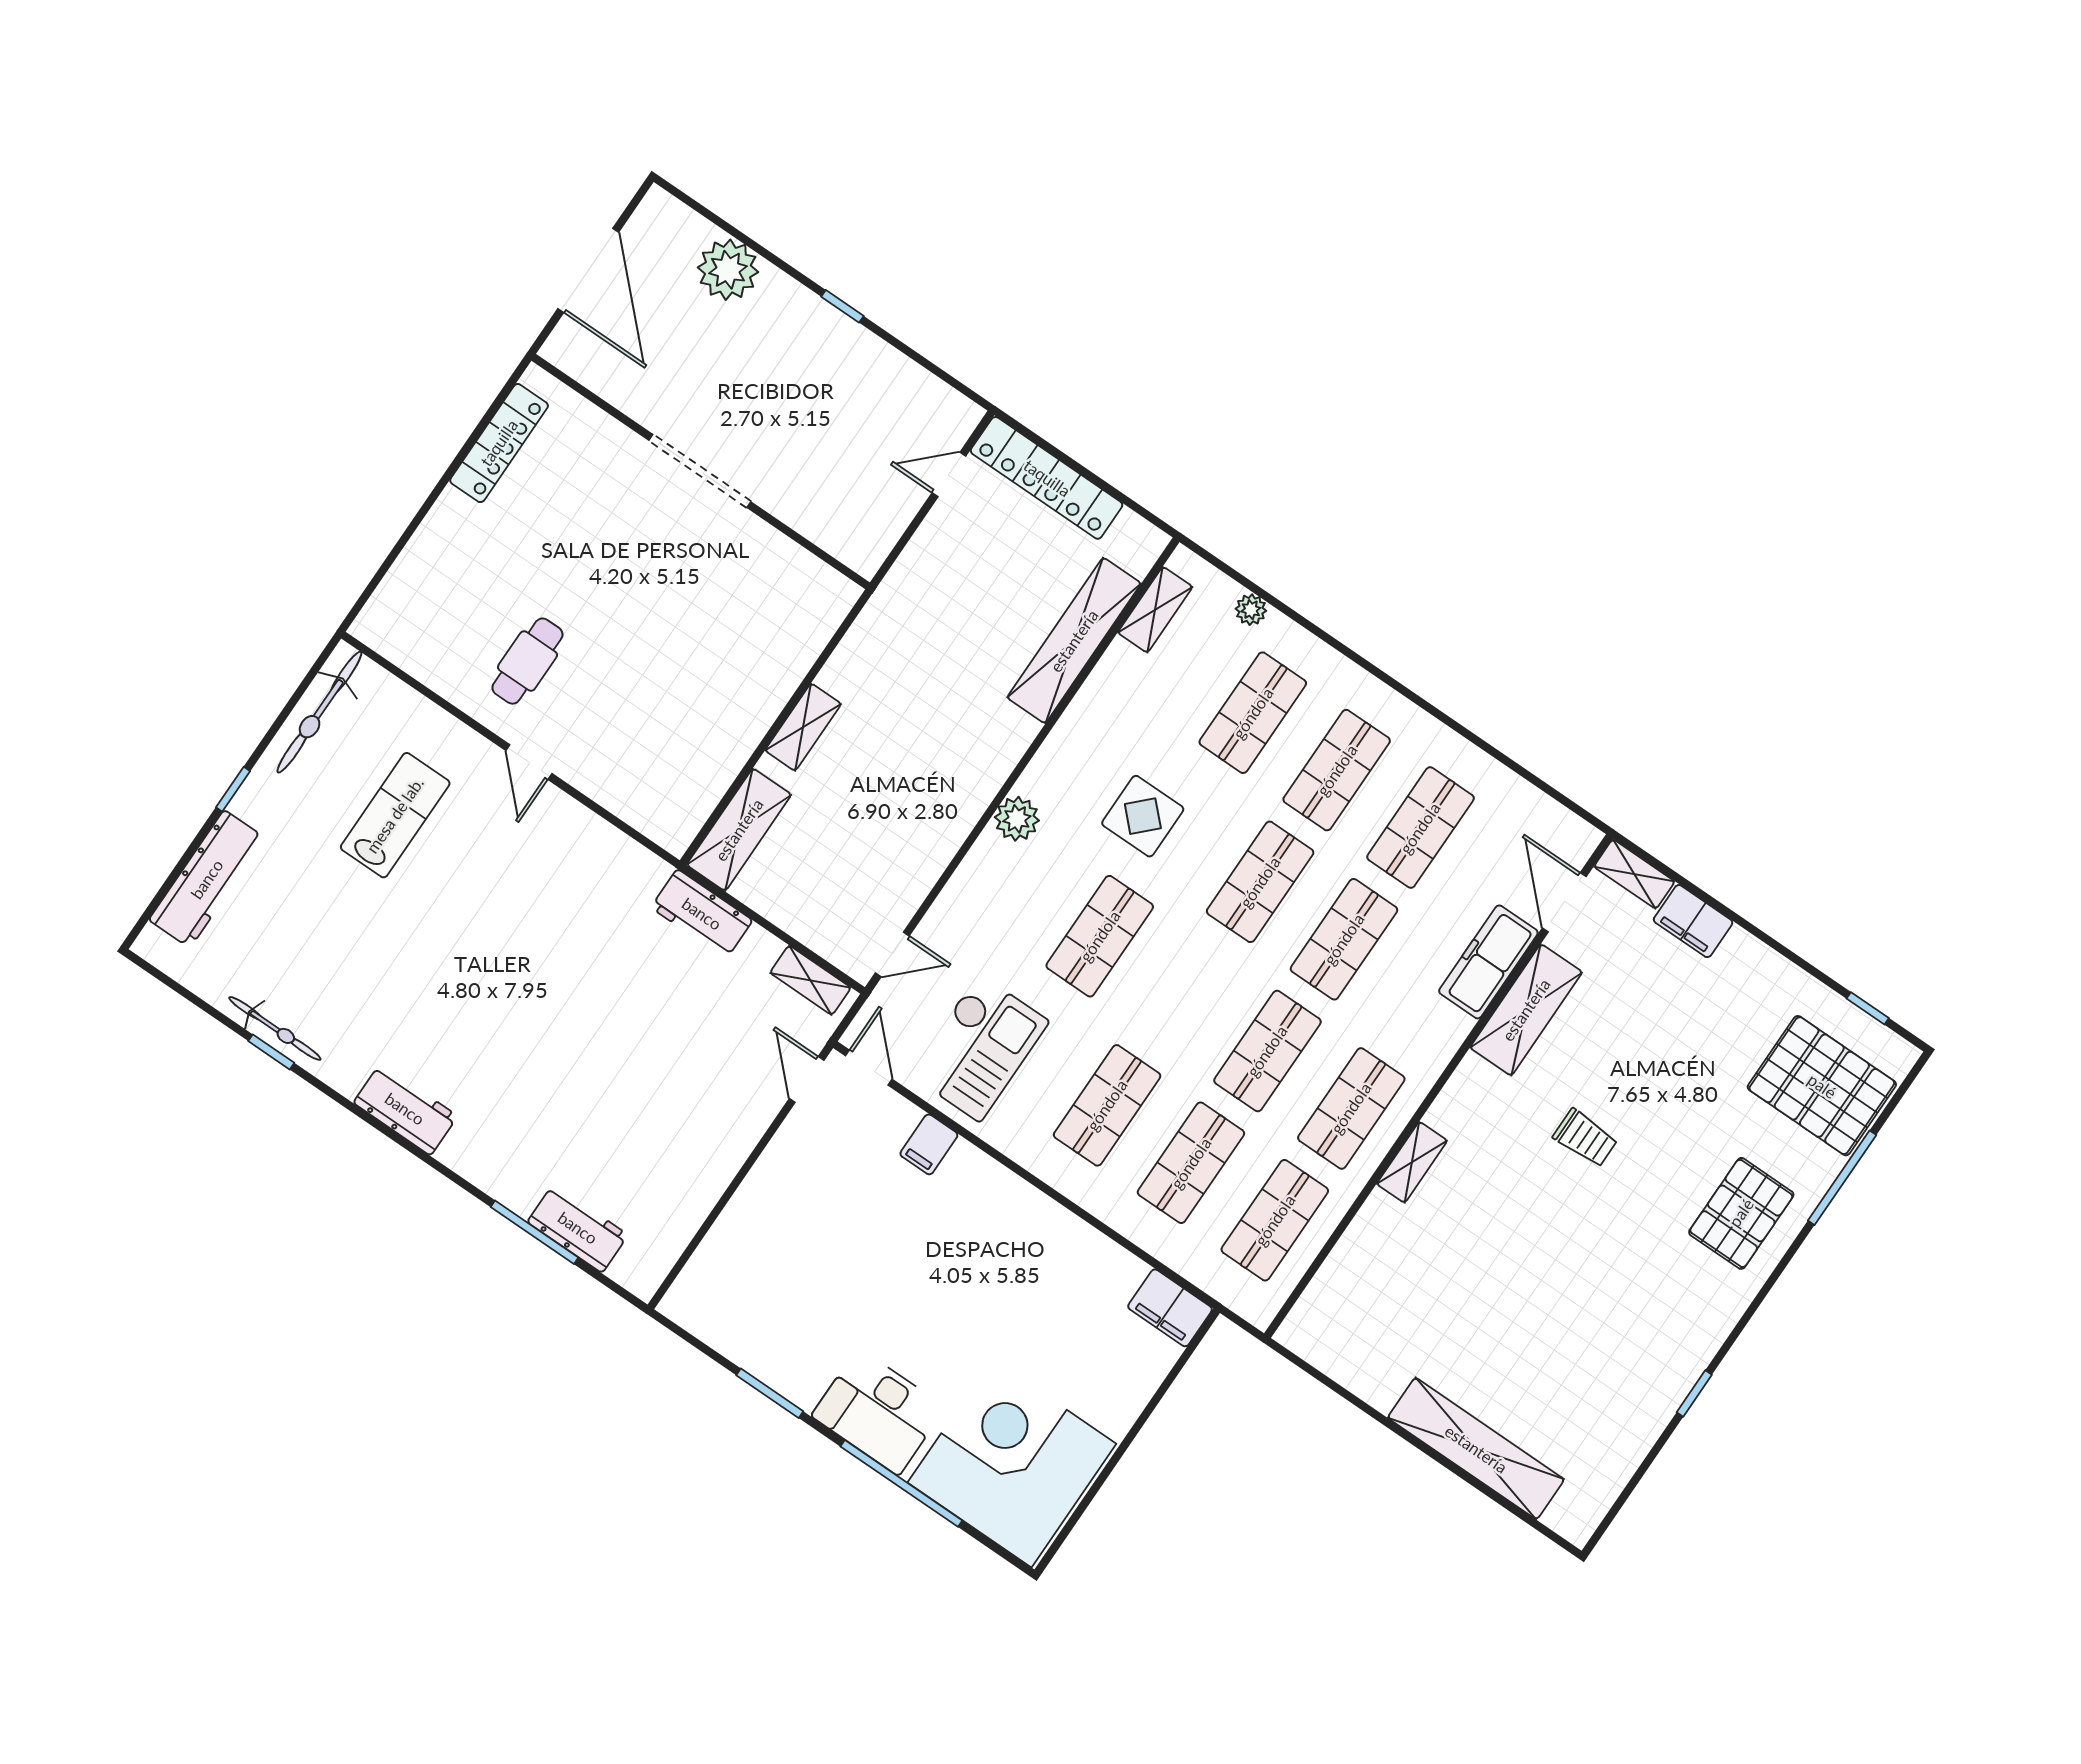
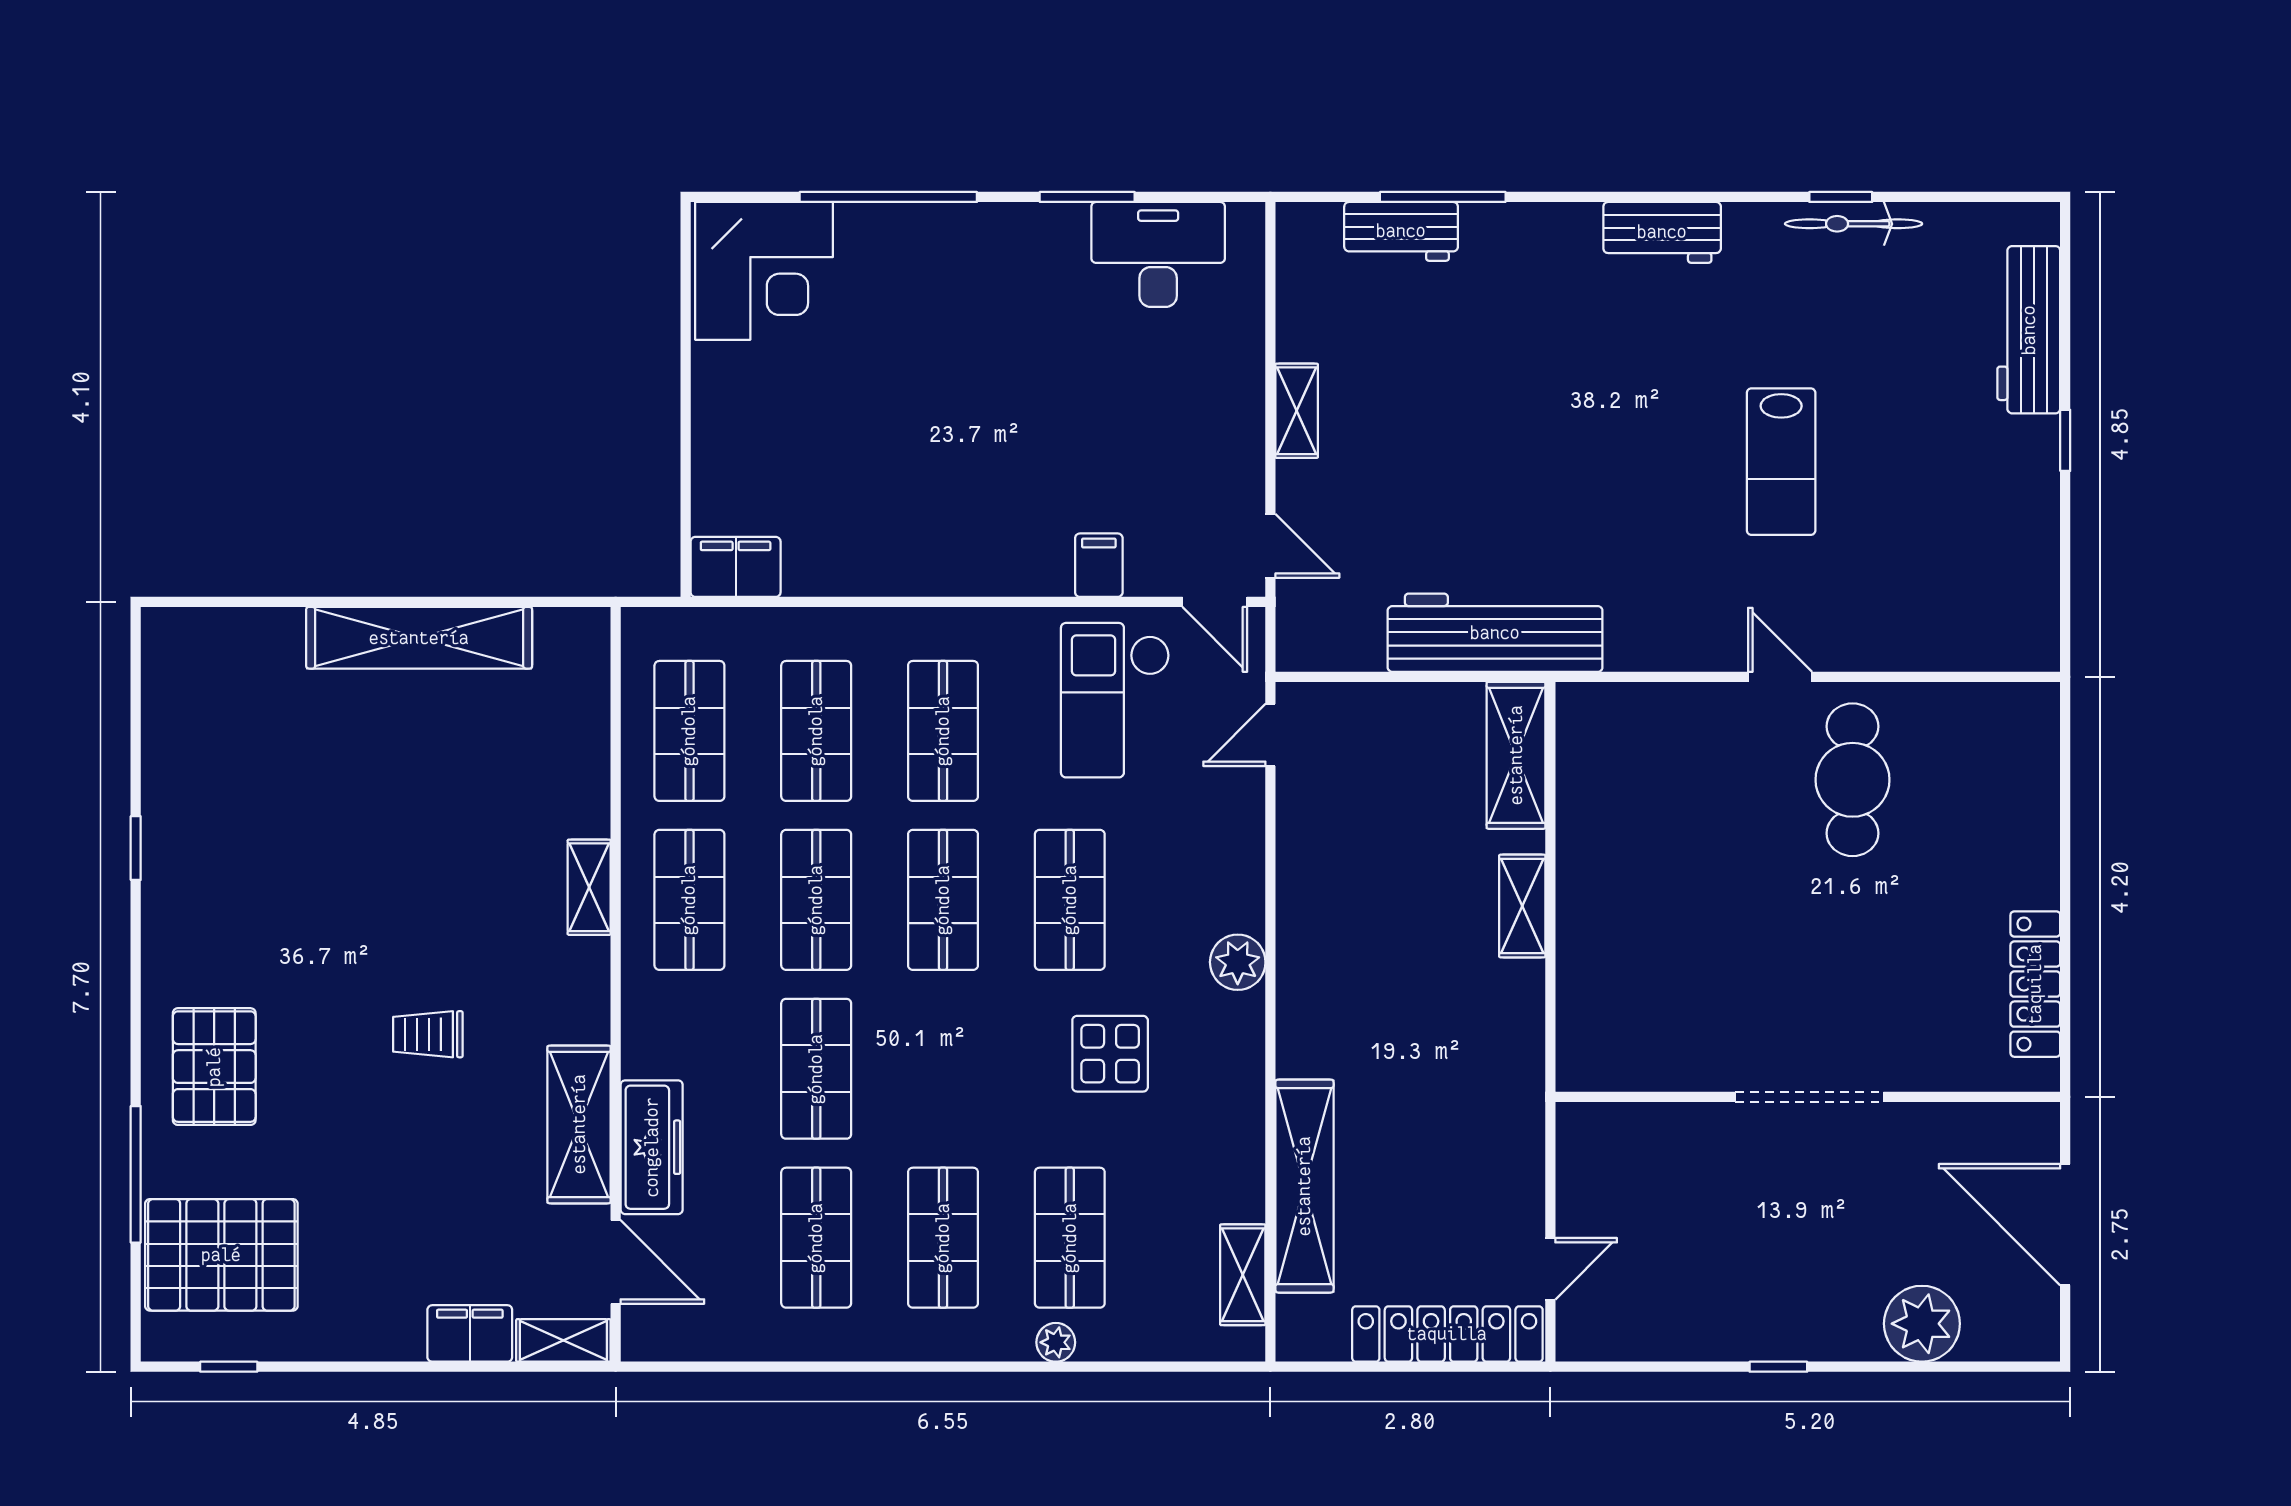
plant: (1251, 610) -> (1056, 1342), moved
cafe table: (527, 661) -> (1853, 780), width x1.37, depth x1.35
bicycle: (319, 712) -> (2031, 581), removed
lab bench: (395, 815) -> (1781, 462), moved
shop shelf: (1260, 882) -> (943, 900), moved
workbench: (702, 914) -> (1495, 633), width x1.88, depth x1.32
shelving: (810, 980) -> (1297, 411), moved, turned 90
desk: (878, 1412) -> (1158, 254), moved
shelving: (1476, 1449) -> (419, 638), moved
corner desk: (1012, 1463) -> (764, 271), width x0.74, depth x0.74

